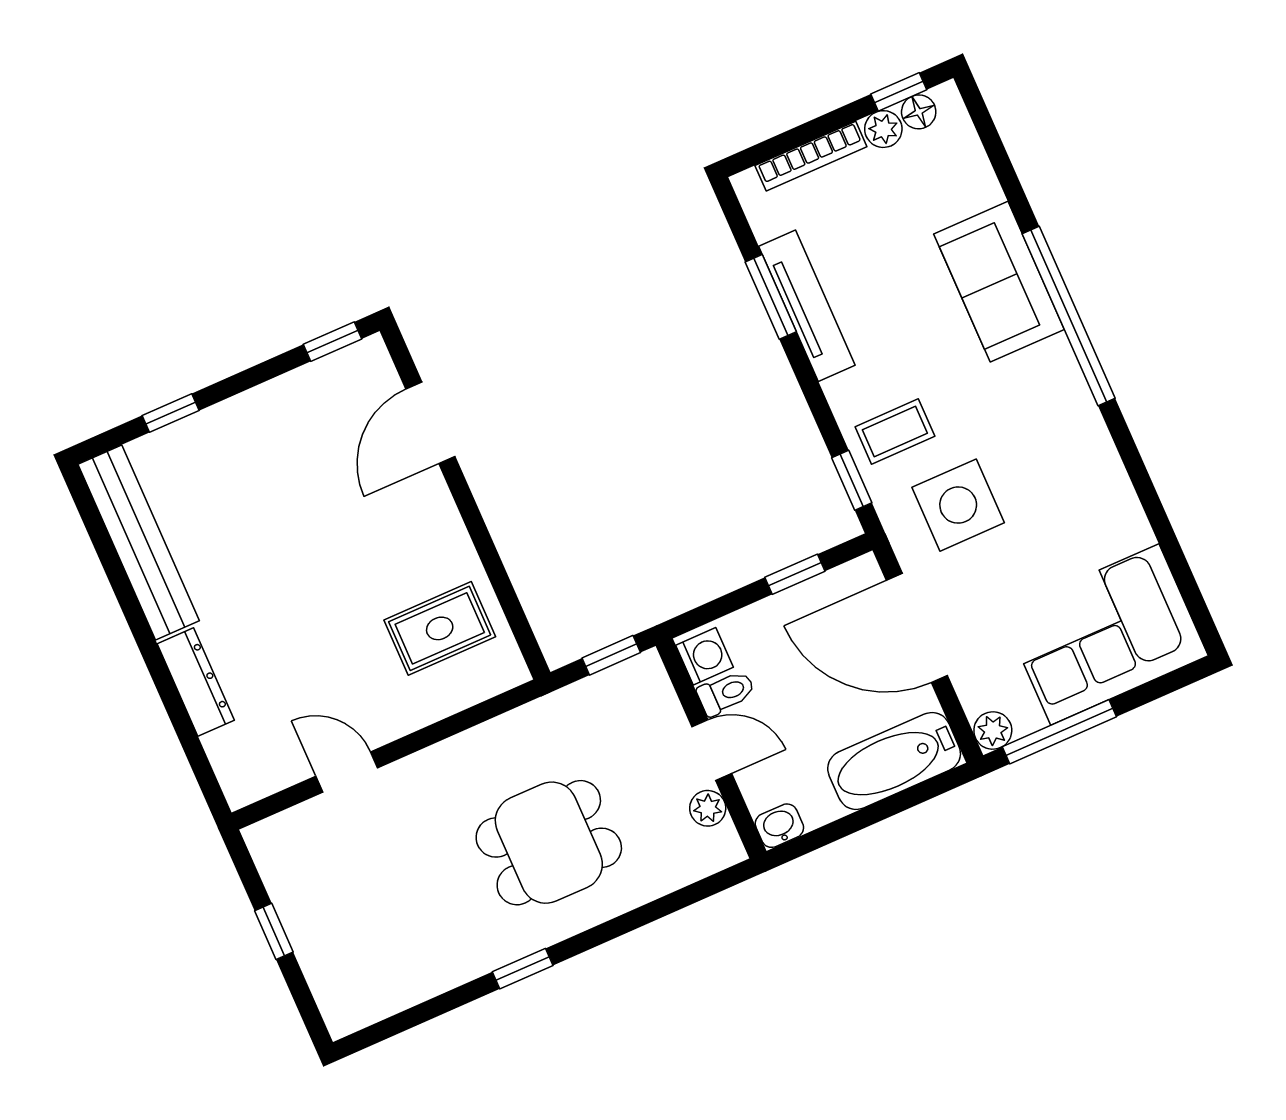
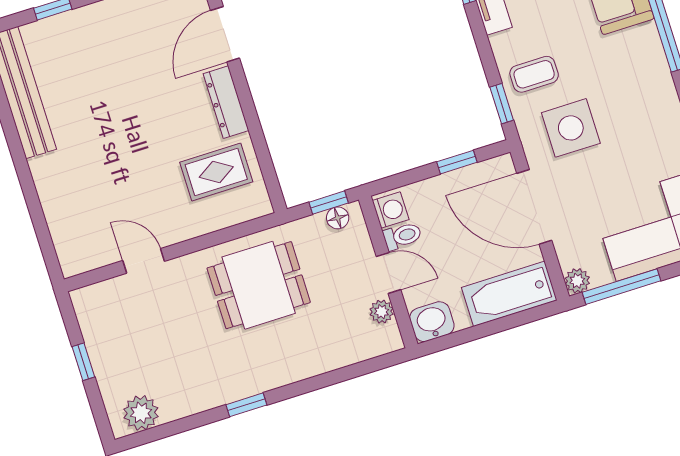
floor lamp: (627, 676) -> (338, 218), added
dresser: (196, 682) -> (226, 102), moved, turned 180
washbasin: (779, 826) -> (432, 322), width x1.38, depth x1.45
dining table: (549, 843) -> (259, 285), moved
plant: (368, 998) -> (141, 413), added

